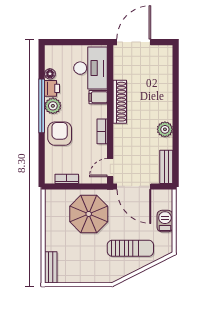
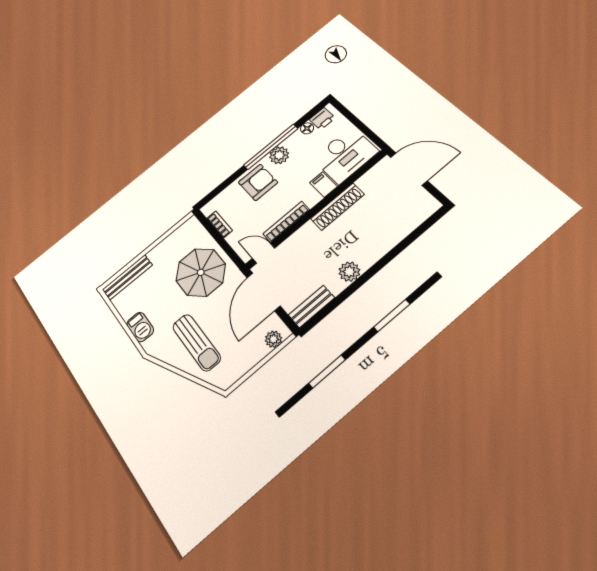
printer: (52, 88) -> (322, 119), moved
bookcase: (102, 131) -> (286, 222), width x1.56
plant: (166, 203) -> (273, 339), added
barbecue: (165, 221) -> (140, 327), moved, turned 90
bench: (51, 267) -> (127, 277), width x1.36

